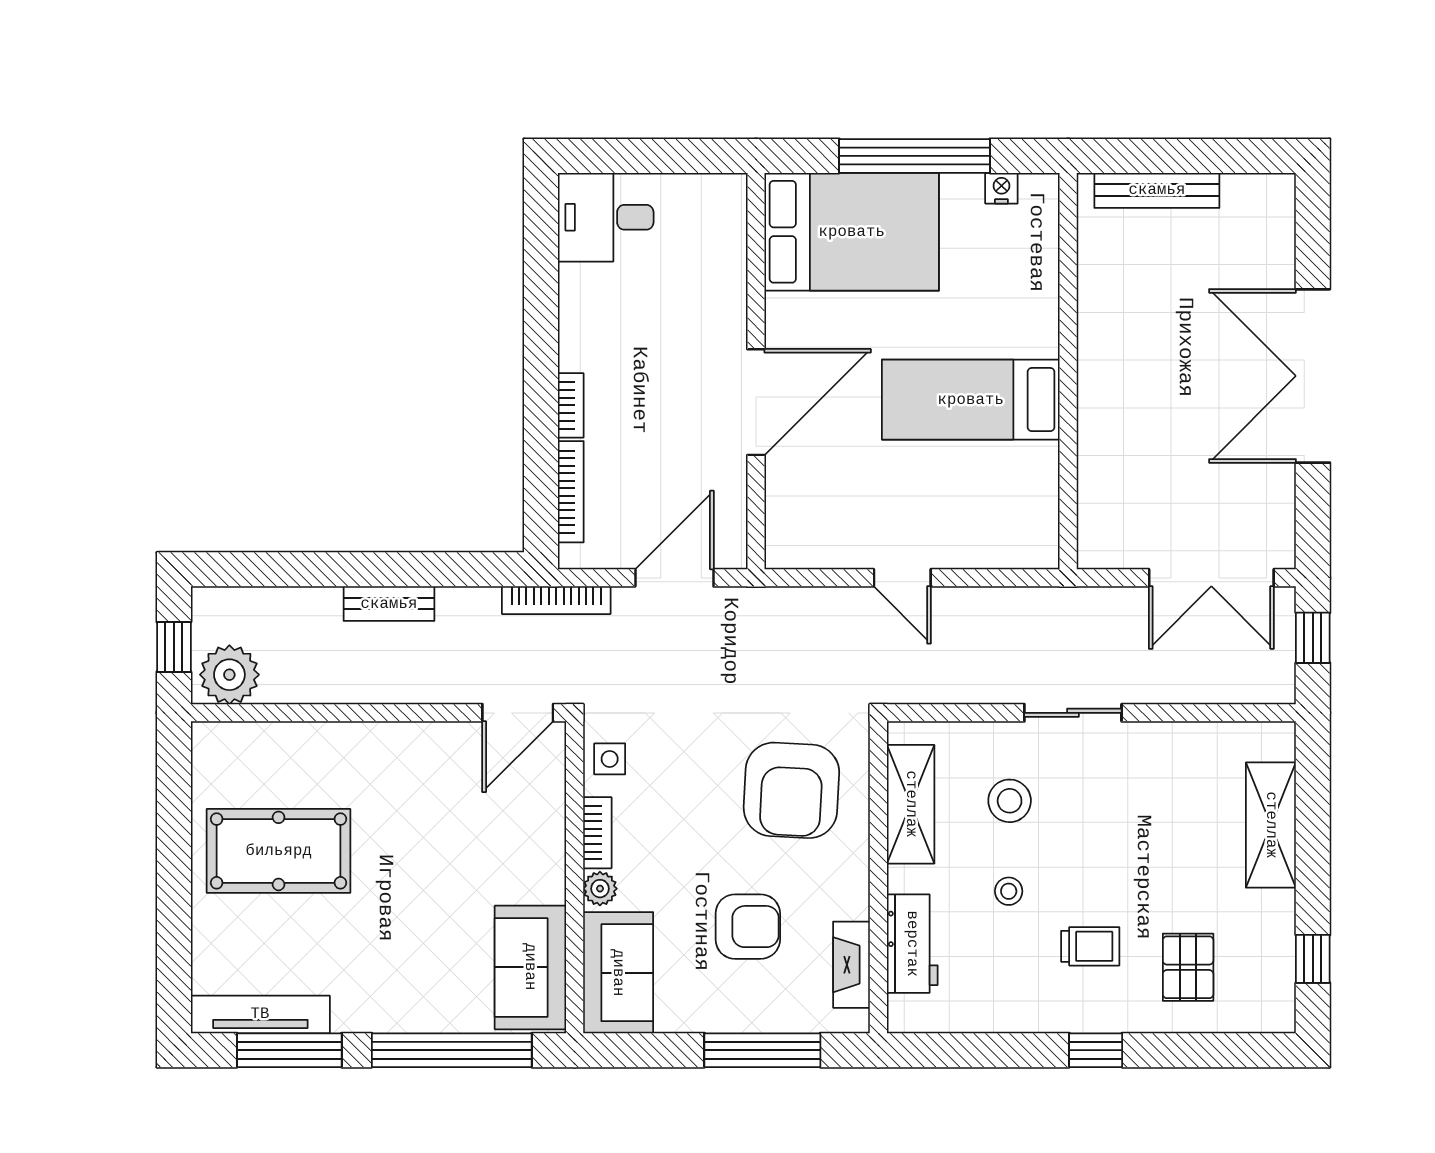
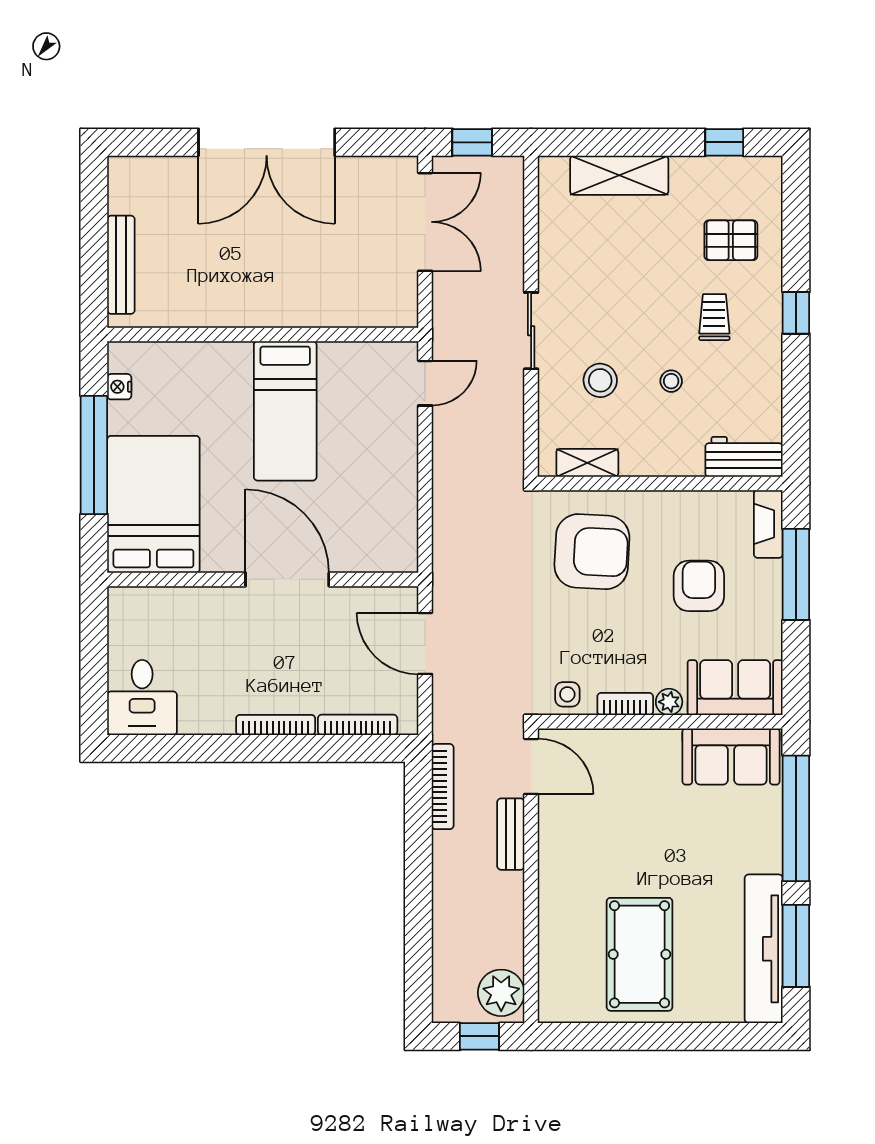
bookcase: (571, 405) -> (276, 725), width x1.56
door: (902, 578) -> (425, 383), moved
bookcase: (556, 600) -> (443, 787), moved
bench: (389, 604) -> (511, 834), moved
shelving: (911, 804) -> (587, 463), width x0.67, depth x0.75
workbench: (912, 944) -> (744, 457), moved
fireplace: (851, 965) -> (768, 524), moved, turned 90
tv unit: (260, 1014) -> (764, 949), width x1.36, depth x1.29

